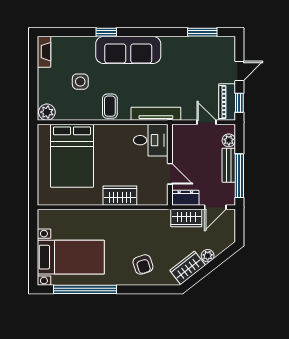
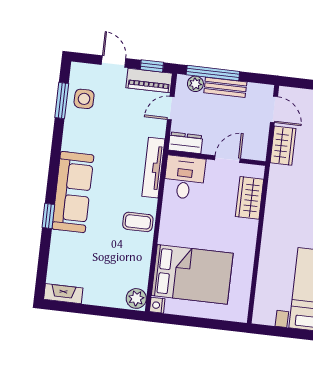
side table: (80, 82) -> (84, 99), moved
nightstand: (43, 130) -> (157, 305), added
window: (239, 176) -> (213, 73), moved
wardrobe: (120, 196) -> (249, 198), moved
dresser: (185, 198) -> (185, 143), moved, turned 90

